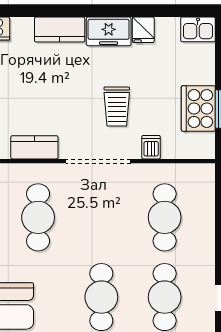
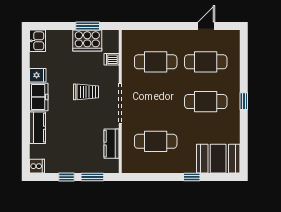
dishwasher: (151, 147) -> (112, 59), moved

